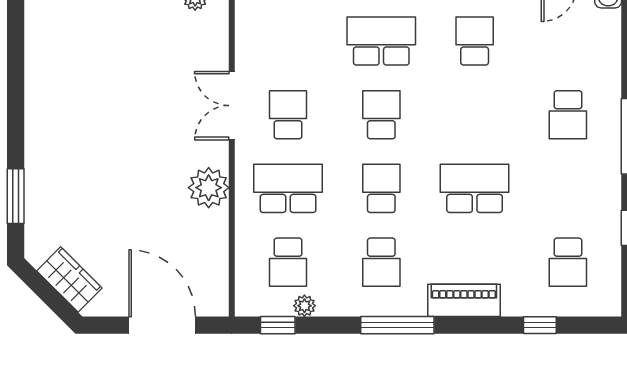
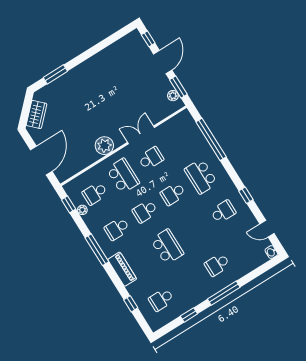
school desk: (381, 41) -> (201, 176), turned 180
school desk: (381, 115) -> (173, 194), turned 180
school desk: (381, 188) -> (145, 211), turned 180

